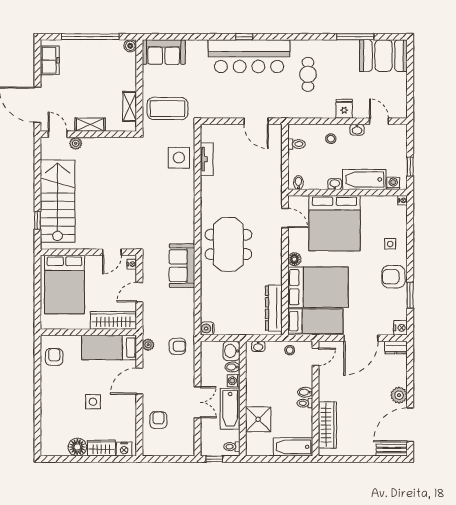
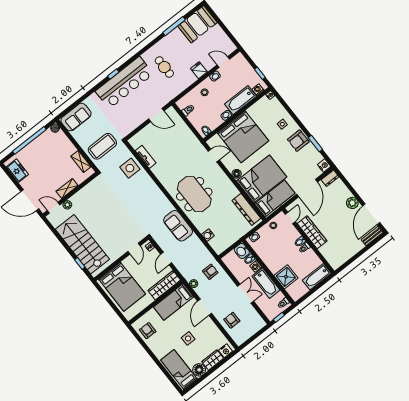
water cooler: (207, 328) -> (208, 235), moved
wardrobe: (327, 425) -> (312, 232), moved
bed: (55, 429) -> (179, 370), added

